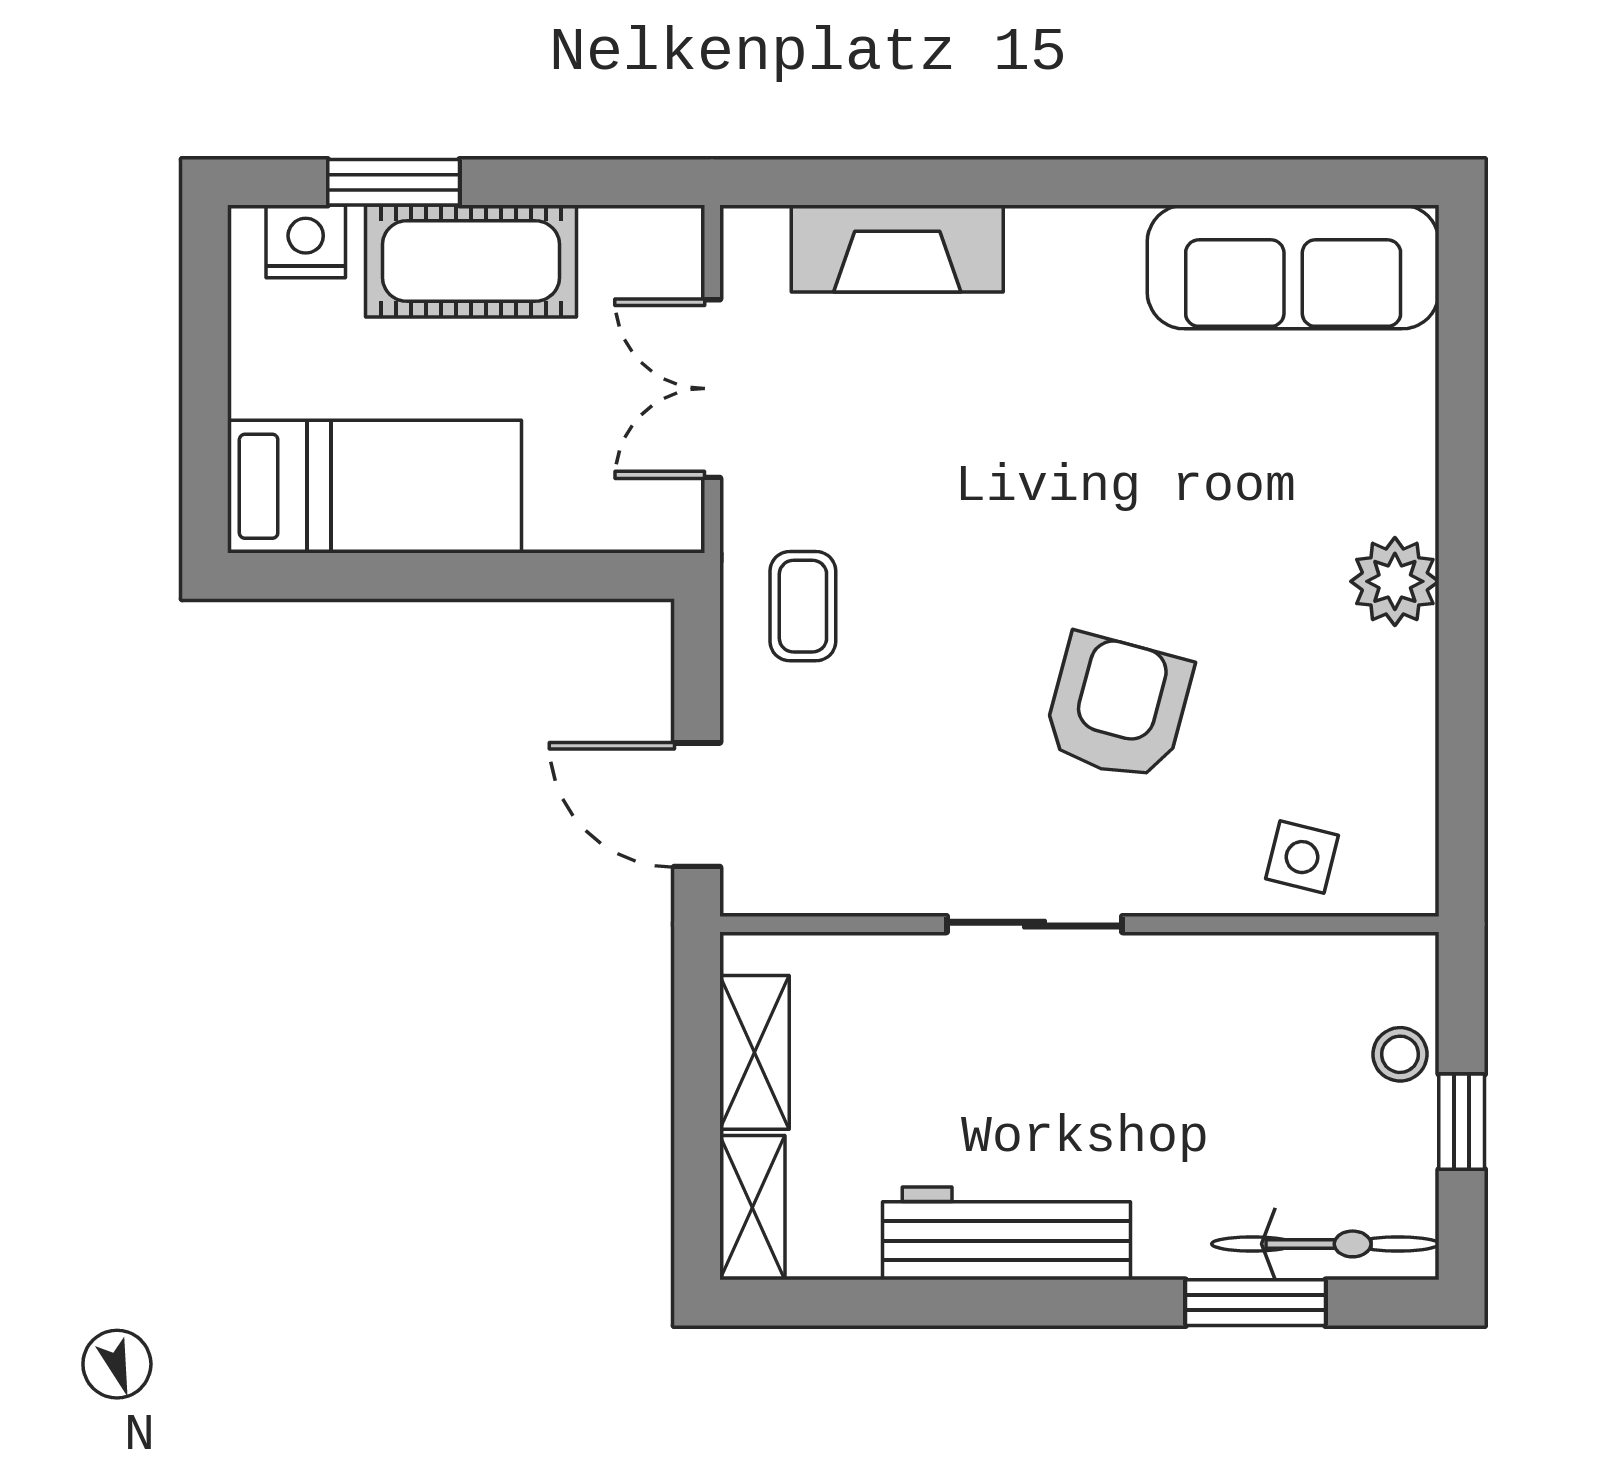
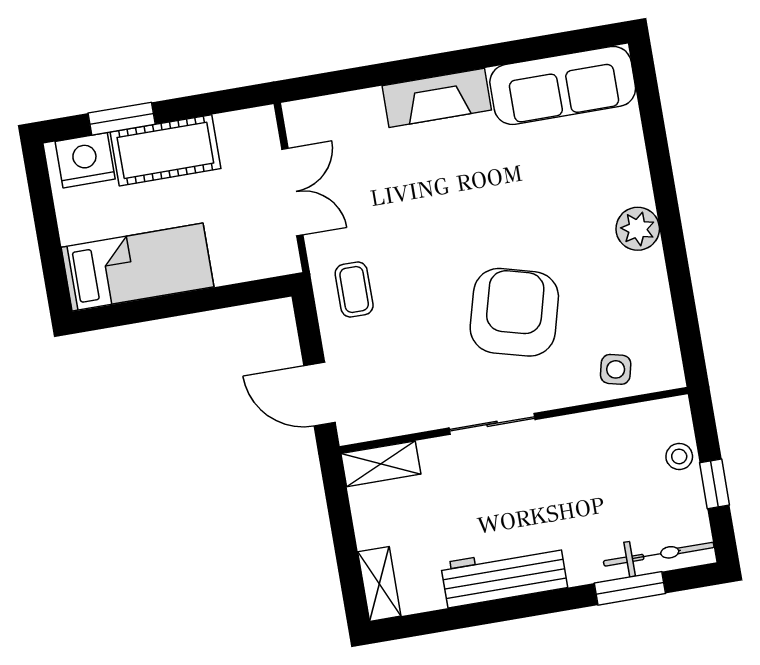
nightstand: (306, 241) -> (85, 160), width x1.36, depth x1.33
fireplace: (897, 249) -> (437, 98), moved
double door: (712, 389) -> (292, 192), swing flipped
armchair: (1118, 707) -> (514, 312), width x1.36, depth x1.36
shelving: (754, 1052) -> (381, 464), moved, turned 90

